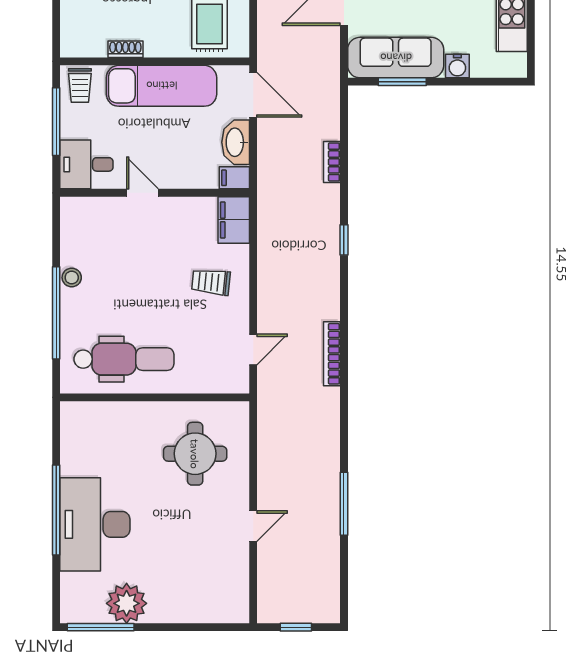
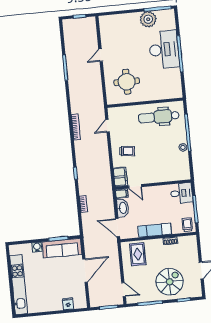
exam couch: (162, 86) -> (155, 230), width x0.73, depth x0.69
door: (142, 193) -> (135, 186), moved

